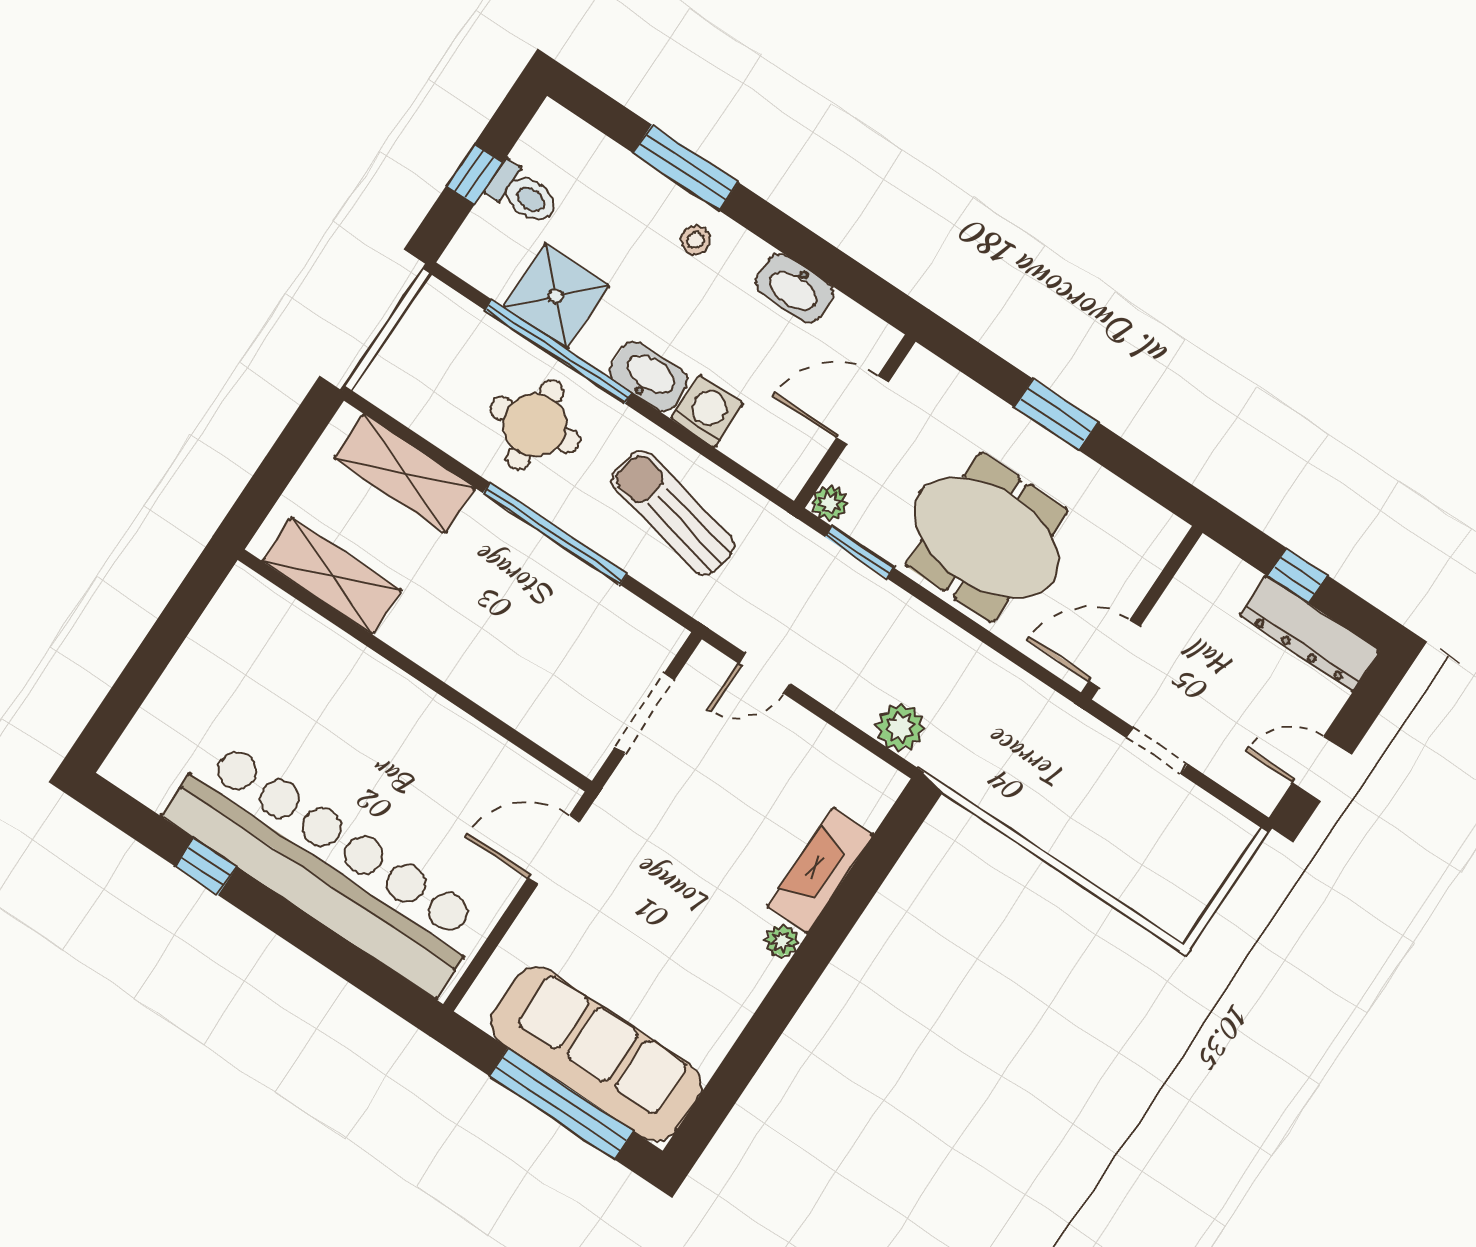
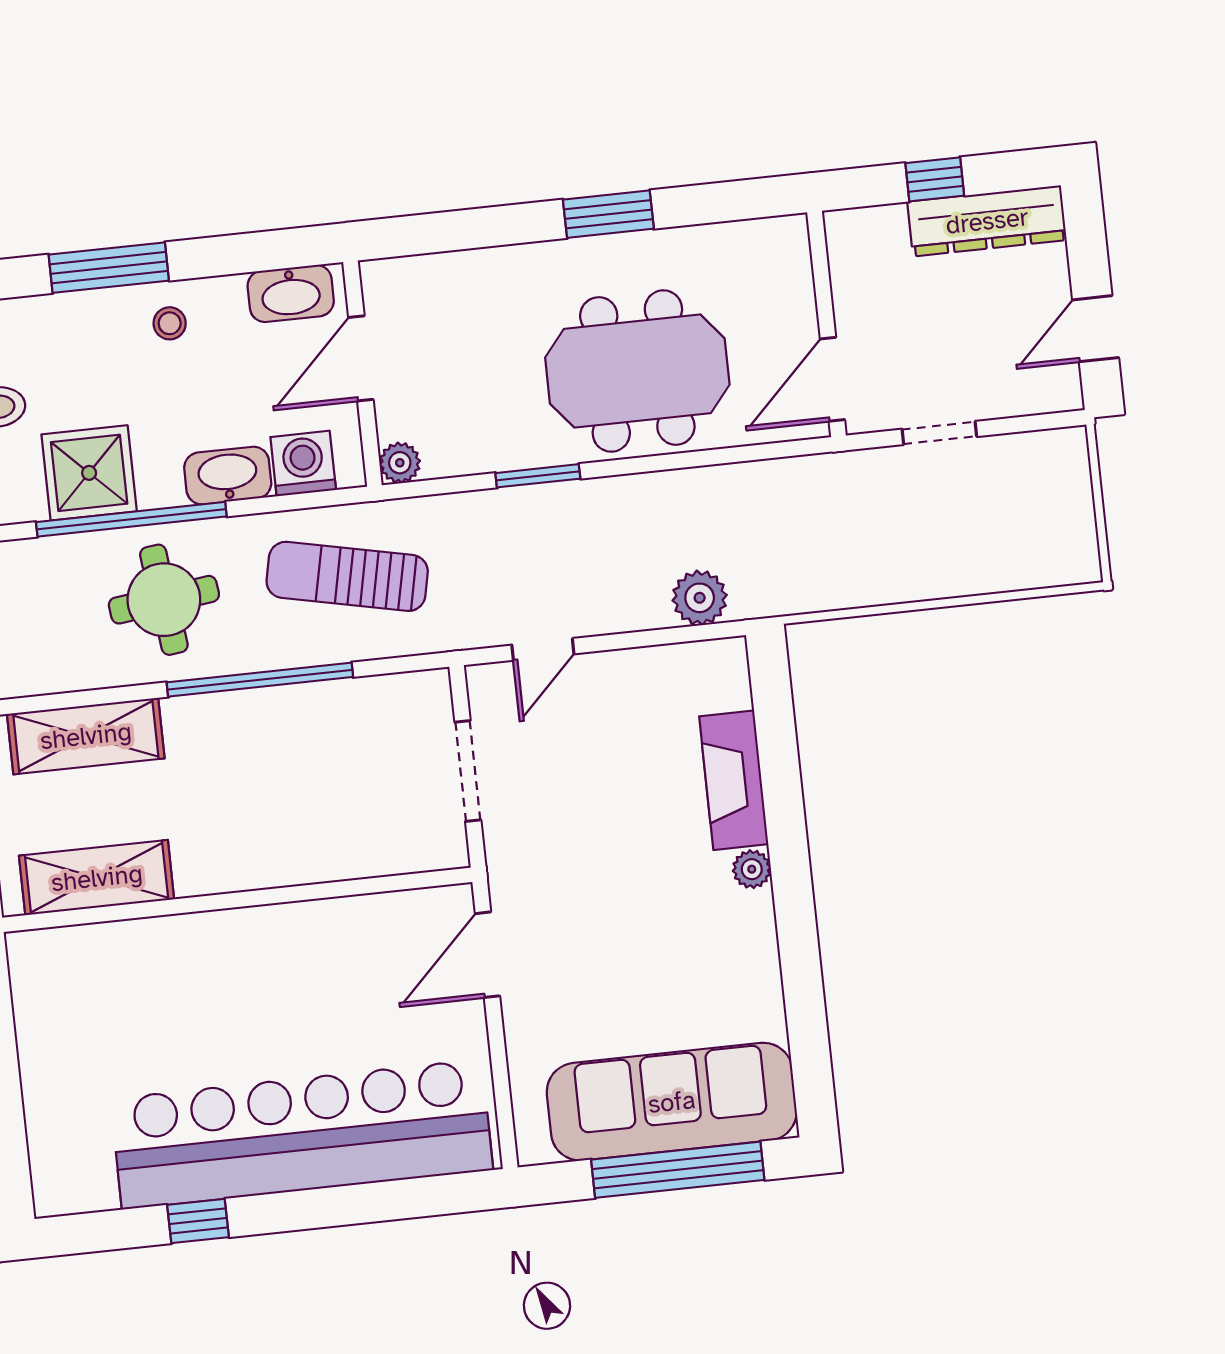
door: (862, 410) -> (361, 358), moved
wall: (855, 421) -> (362, 374), moved
plant: (830, 503) -> (400, 463), moved

